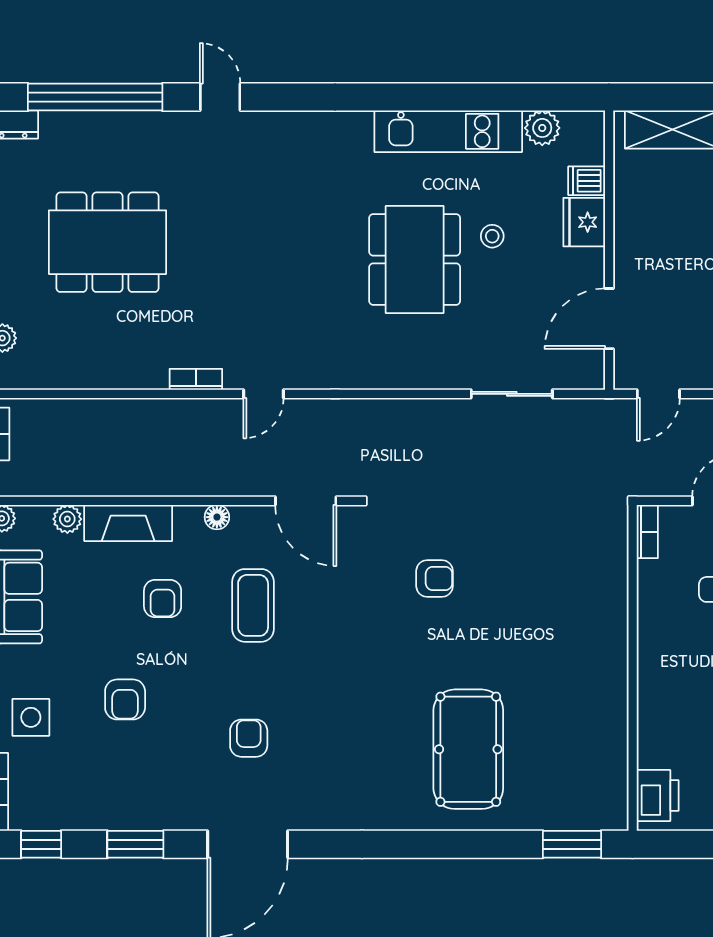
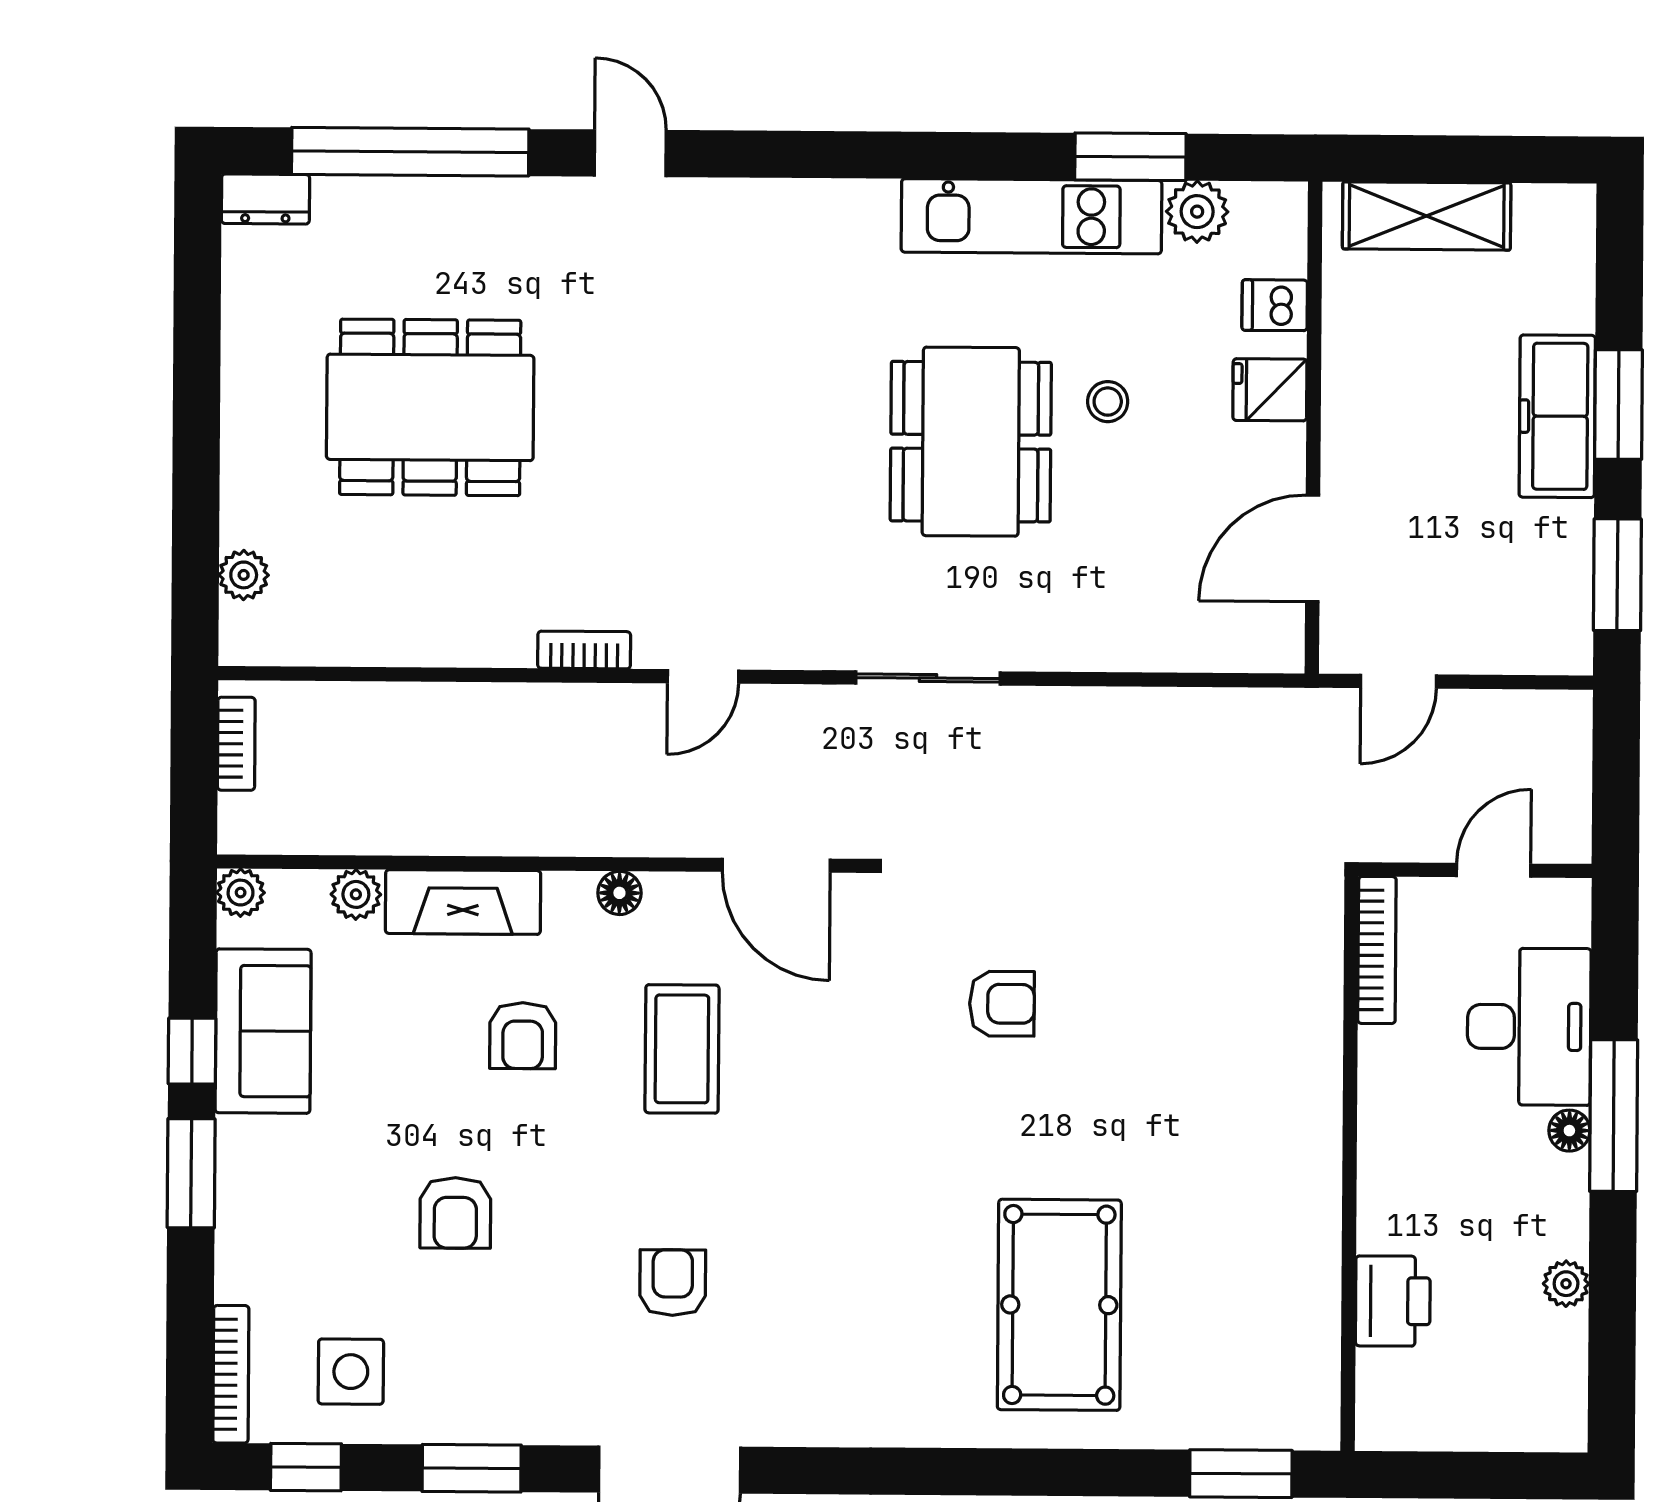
window: (504, 97) -> (1130, 157), added
fridge: (584, 222) -> (1270, 390), width x0.72
sliding door: (512, 394) -> (928, 678), moved
bookcase: (647, 532) -> (1377, 950), width x1.56
side table: (31, 717) -> (351, 1372), moved
printer: (658, 795) -> (1393, 1301), moved

